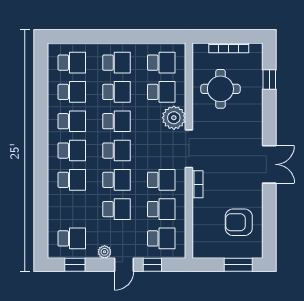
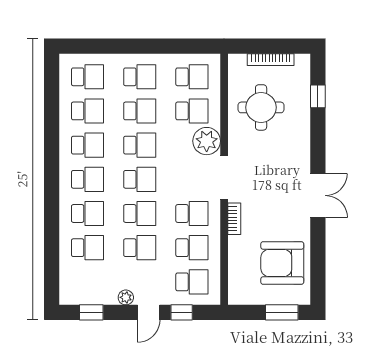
armchair: (239, 222) -> (282, 263), width x1.36, depth x1.36
school desk: (72, 238) -> (88, 248), moved

